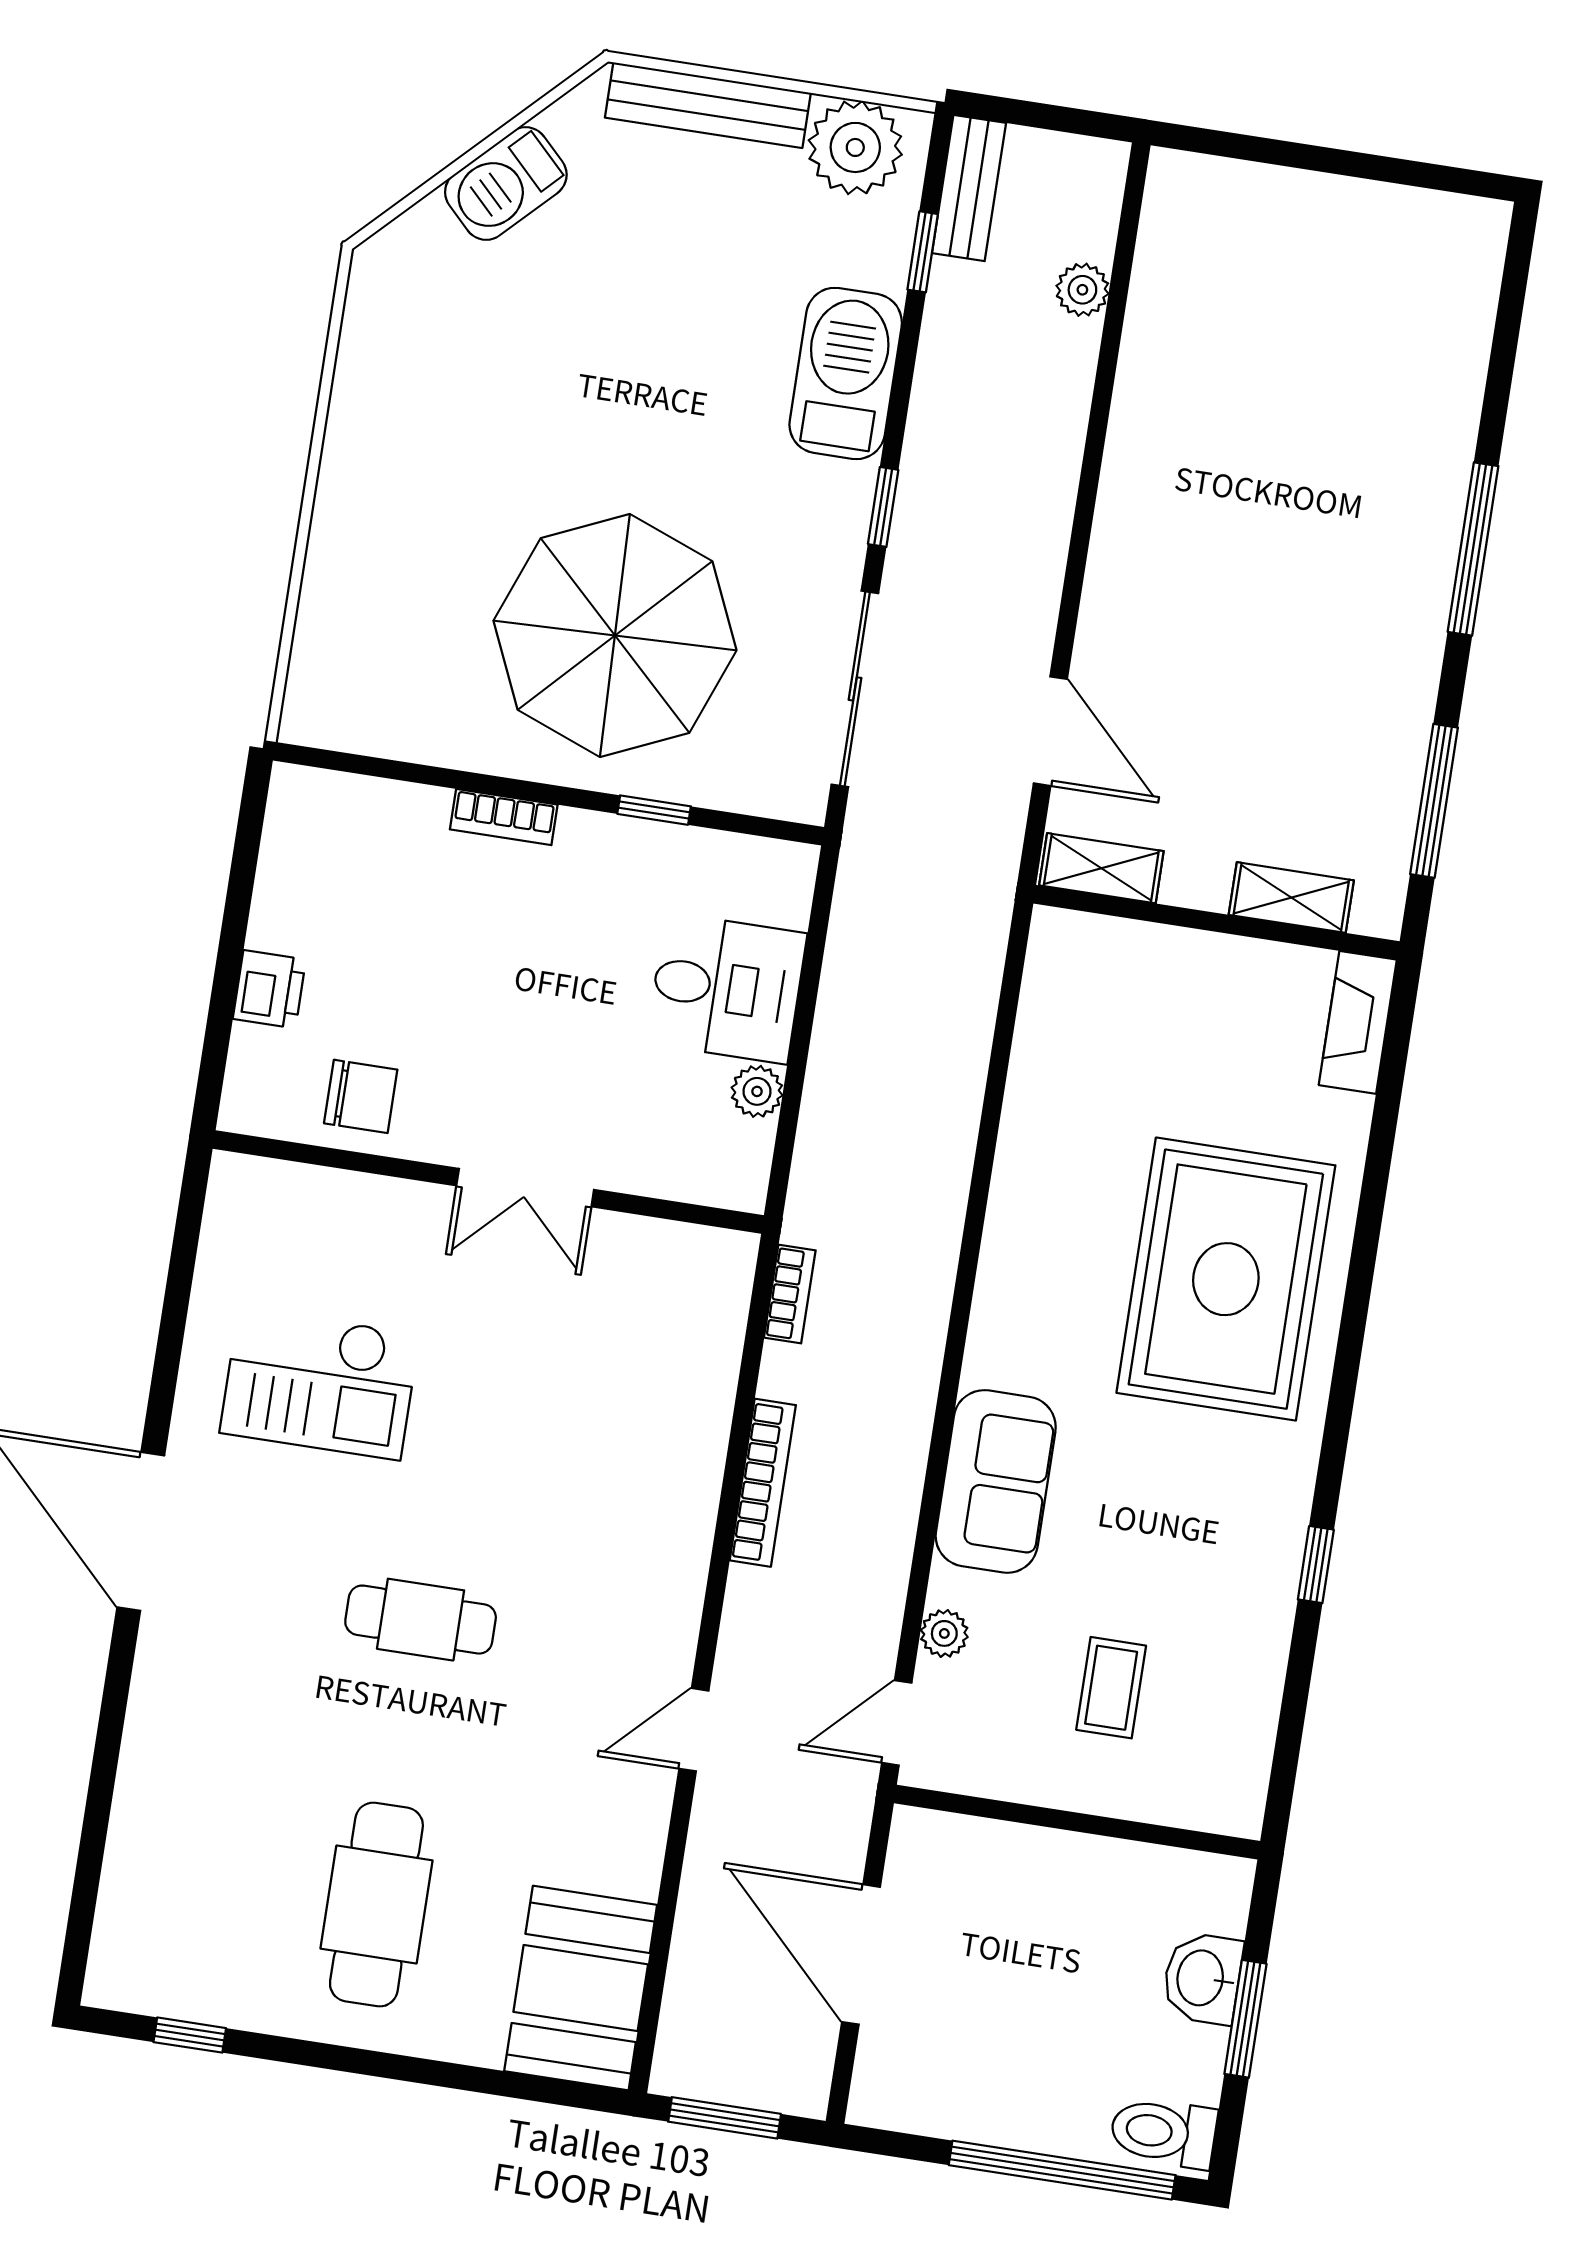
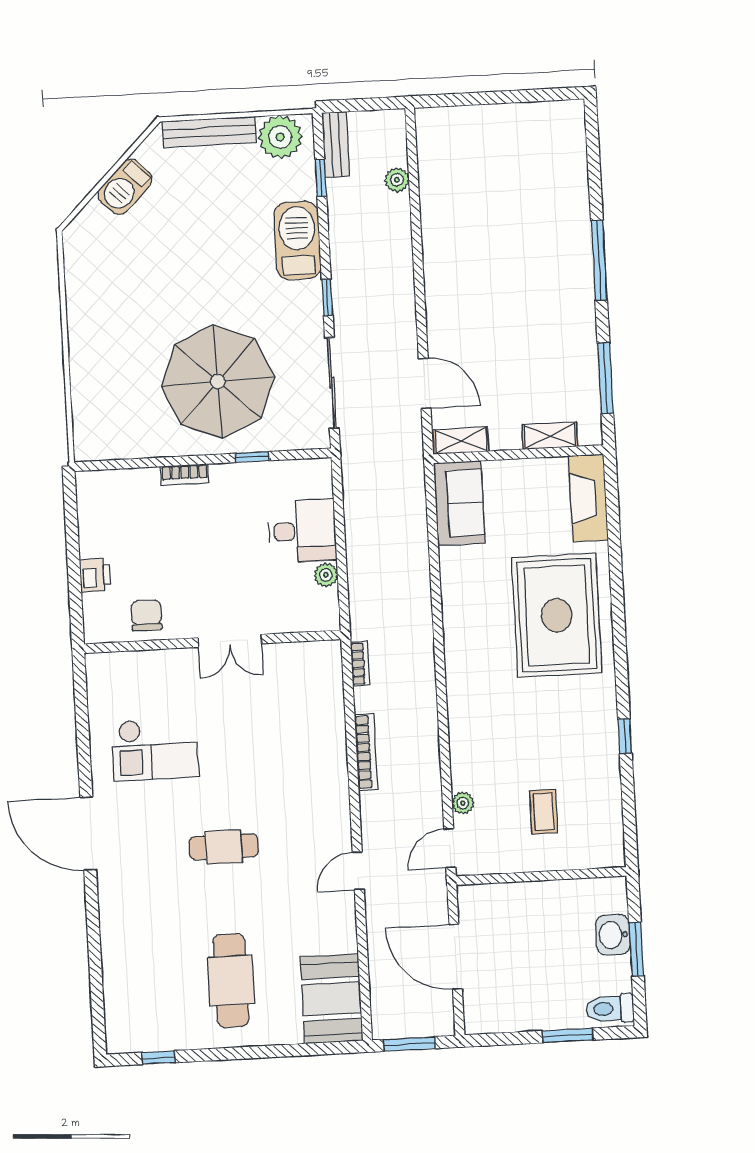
fireplace: (1358, 1022) -> (588, 498), width x1.37, depth x1.32
chair: (361, 1096) -> (146, 615), turned -90
sofa: (996, 1481) -> (459, 503), moved
window: (1062, 2170) -> (568, 1035), width x0.47

